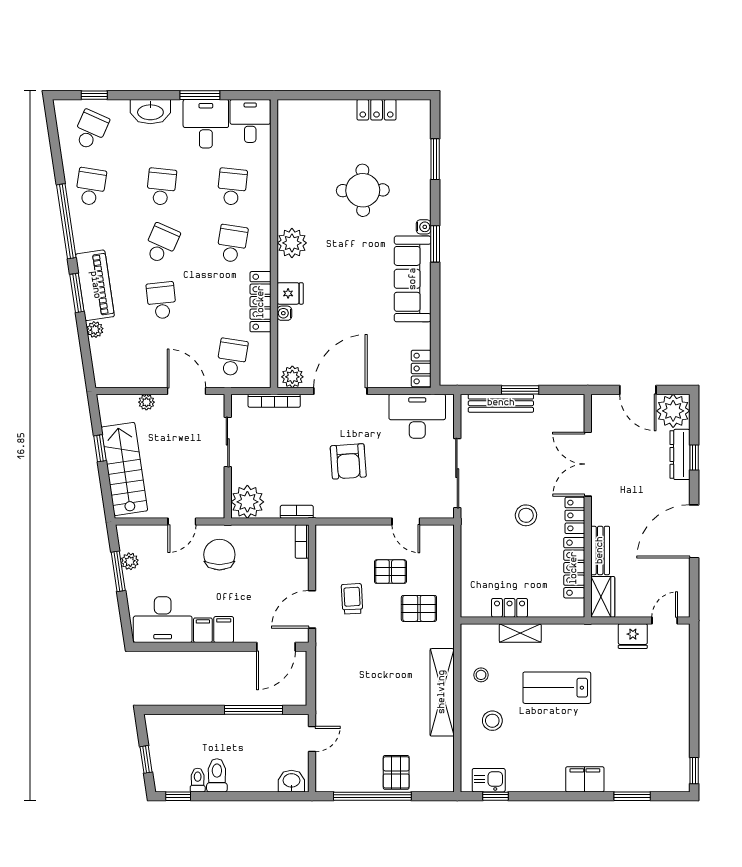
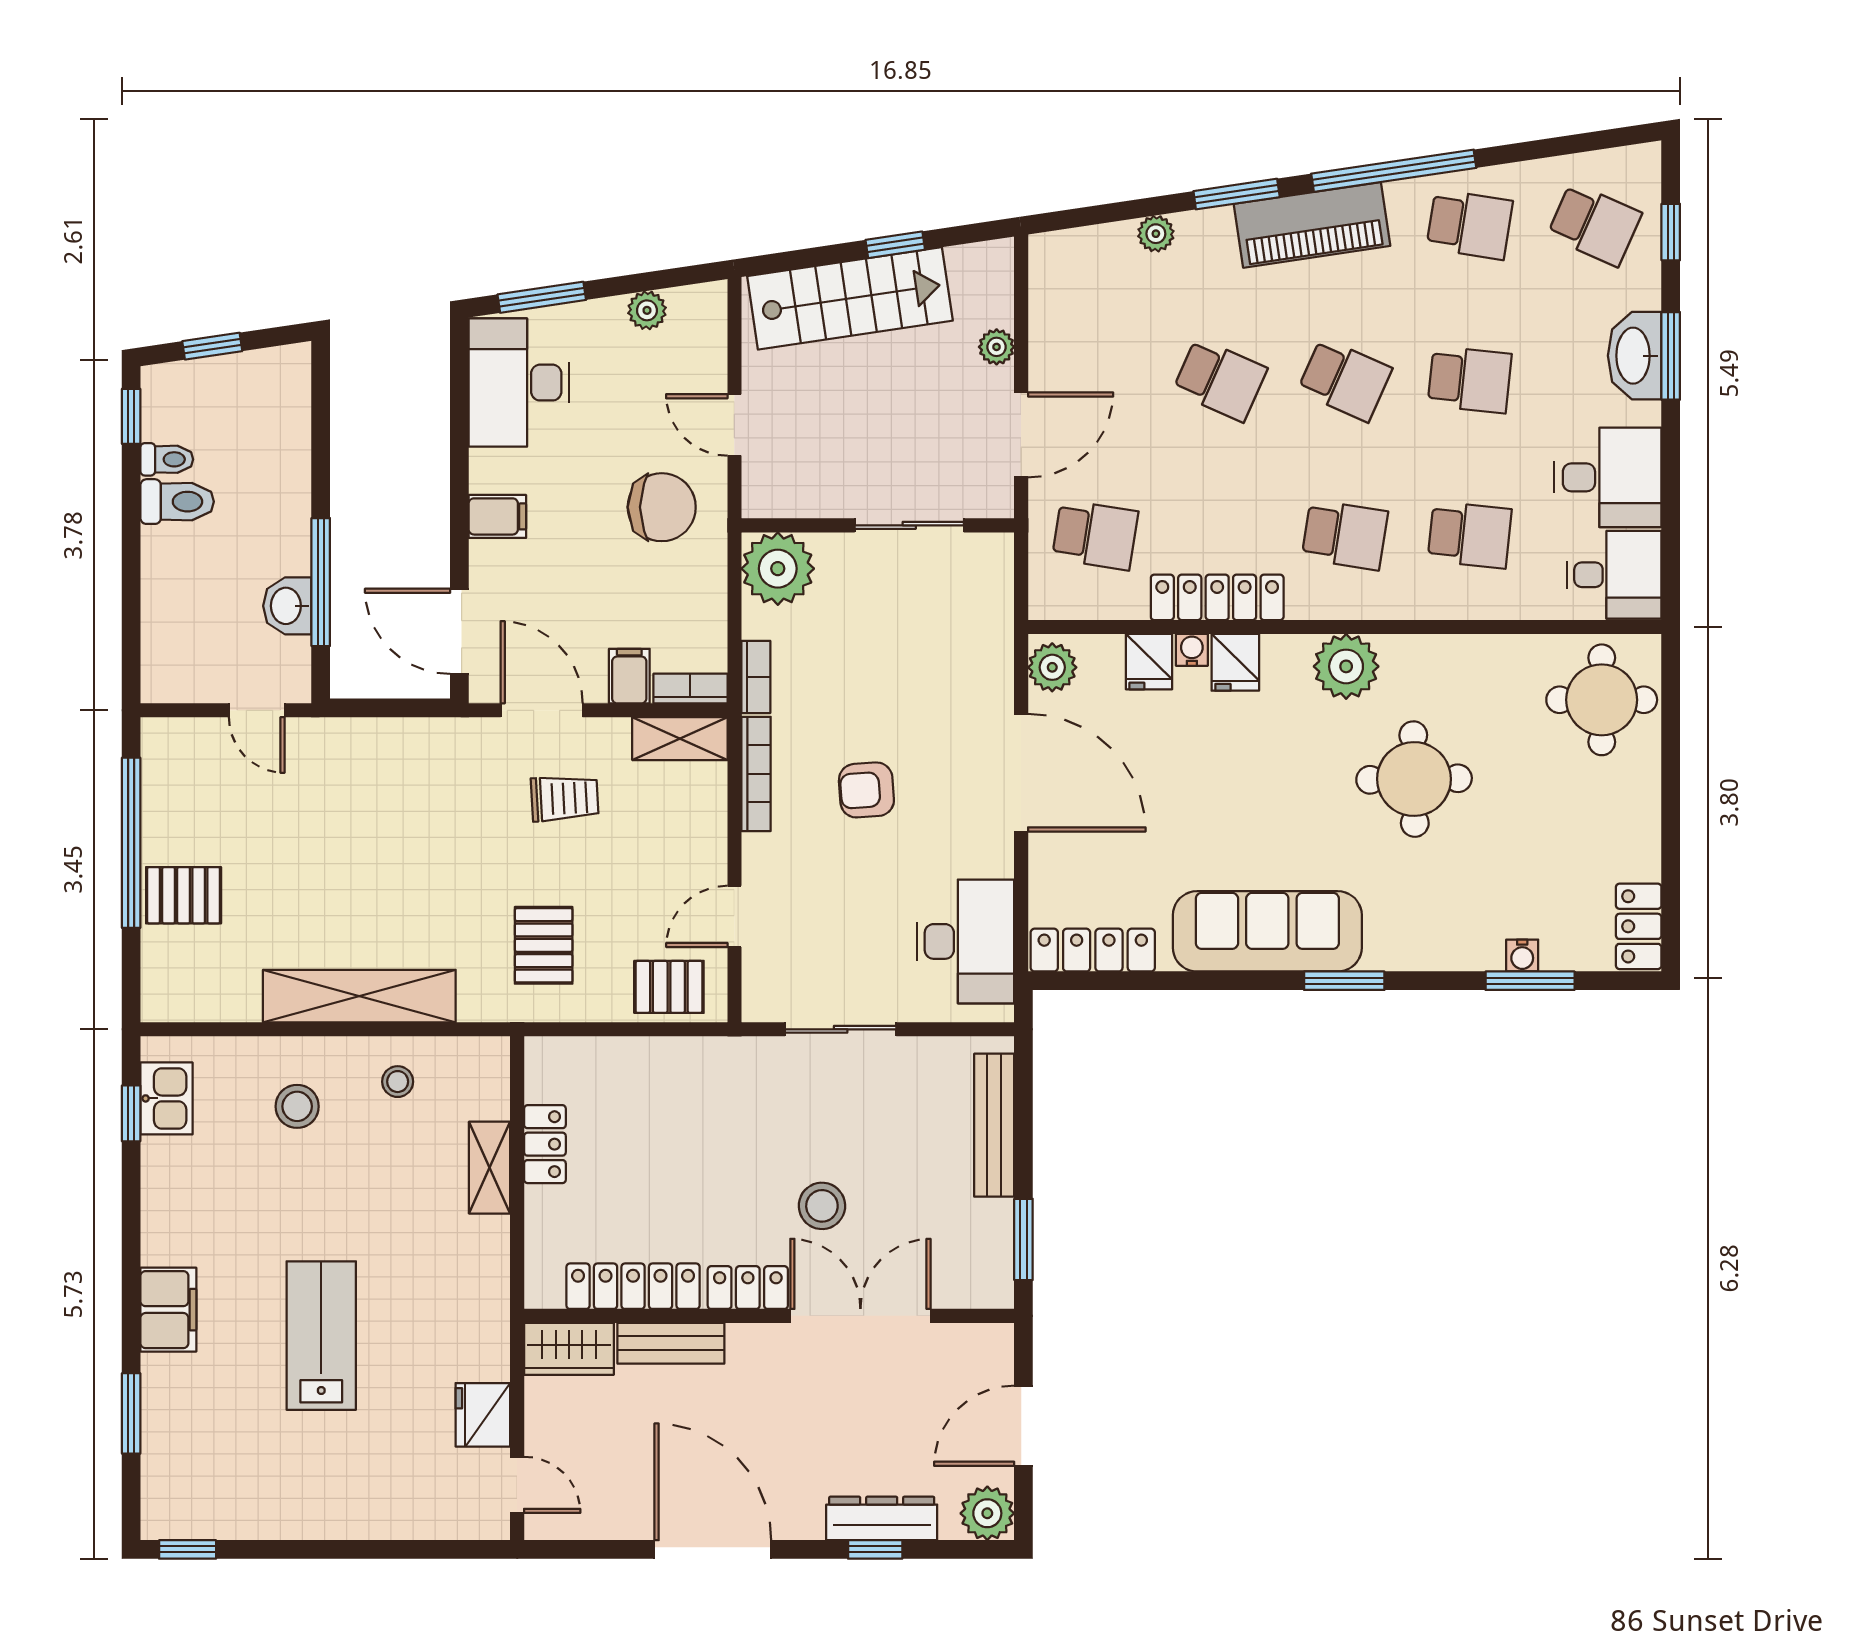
window: (200, 95) -> (1671, 356), moved
locker: (377, 110) -> (1639, 926), moved
round table: (307, 127) -> (1602, 700), added
round table: (363, 190) -> (1414, 779), moved
water cooler: (424, 227) -> (1522, 956), moved
piano: (95, 285) -> (1312, 225), moved
school desk: (161, 300) -> (1220, 380), turned 30
fridge: (290, 333) -> (1149, 662), added
locker: (421, 368) -> (1093, 950), width x1.53
window: (520, 390) -> (1023, 1239), moved
bookcase: (274, 401) -> (756, 774), moved, turned 180
plant: (673, 411) -> (987, 1513), width x0.73, depth x0.73
armchair: (348, 461) -> (866, 790), width x0.72, depth x0.72
sliding door: (457, 473) -> (841, 1029), width x0.73
stool: (526, 515) -> (822, 1206), moved
shelving: (325, 546) -> (680, 739), added
window: (118, 571) -> (542, 297), moved
pallet: (390, 572) -> (669, 987), moved, turned 90
filing cabinet: (203, 630) -> (629, 676), moved, turned -90
lab bench: (557, 688) -> (321, 1336), moved
washbasin: (291, 781) -> (287, 606), moved, turned 180

